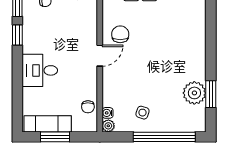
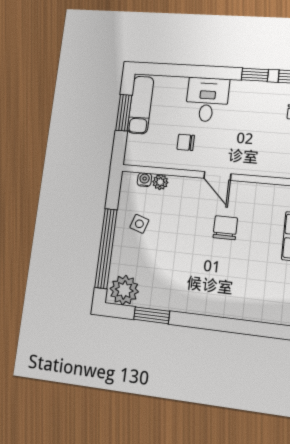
chair: (120, 34) -> (225, 228), moved, turned -90
plant: (194, 93) -> (124, 290), moved
chair: (88, 107) -> (186, 142), moved
plant: (108, 126) -> (160, 182), moved

